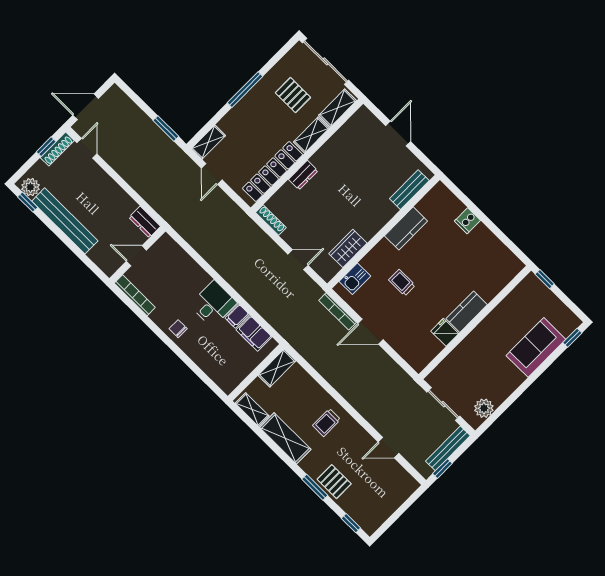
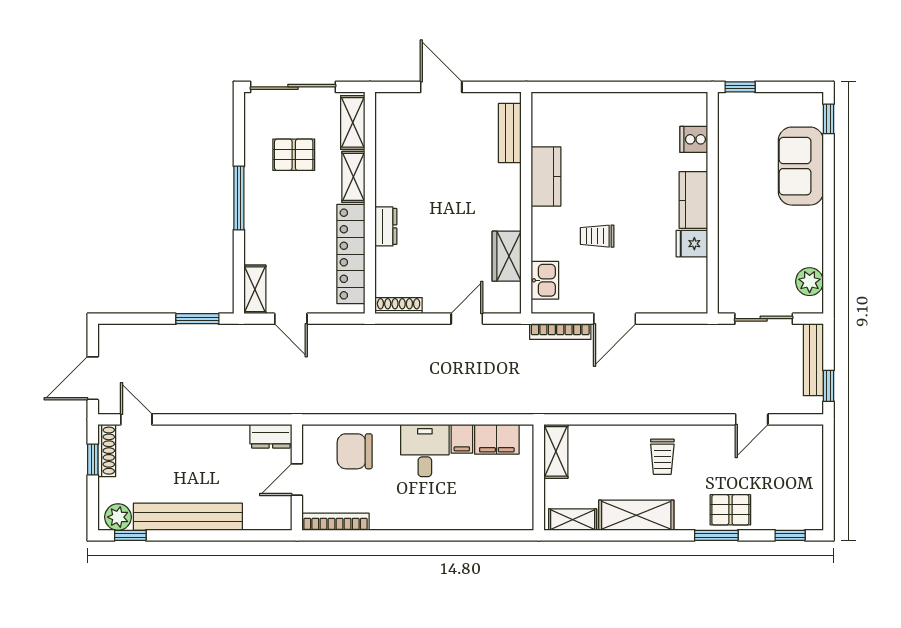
cooker: (467, 221) -> (694, 139), moved, turned 90
chair: (178, 329) -> (355, 451), moved, width x1.87, depth x1.87

